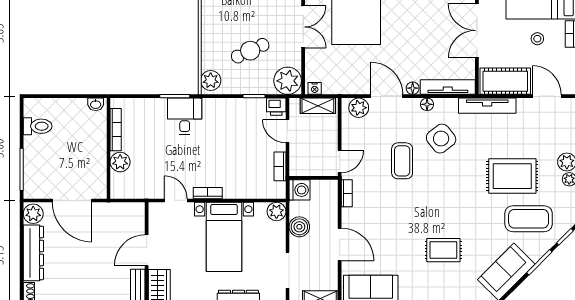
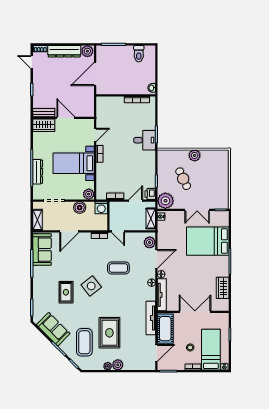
plant: (211, 80) -> (195, 155), moved
side table: (441, 139) -> (91, 286), moved
plant: (120, 162) -> (118, 102), removed

